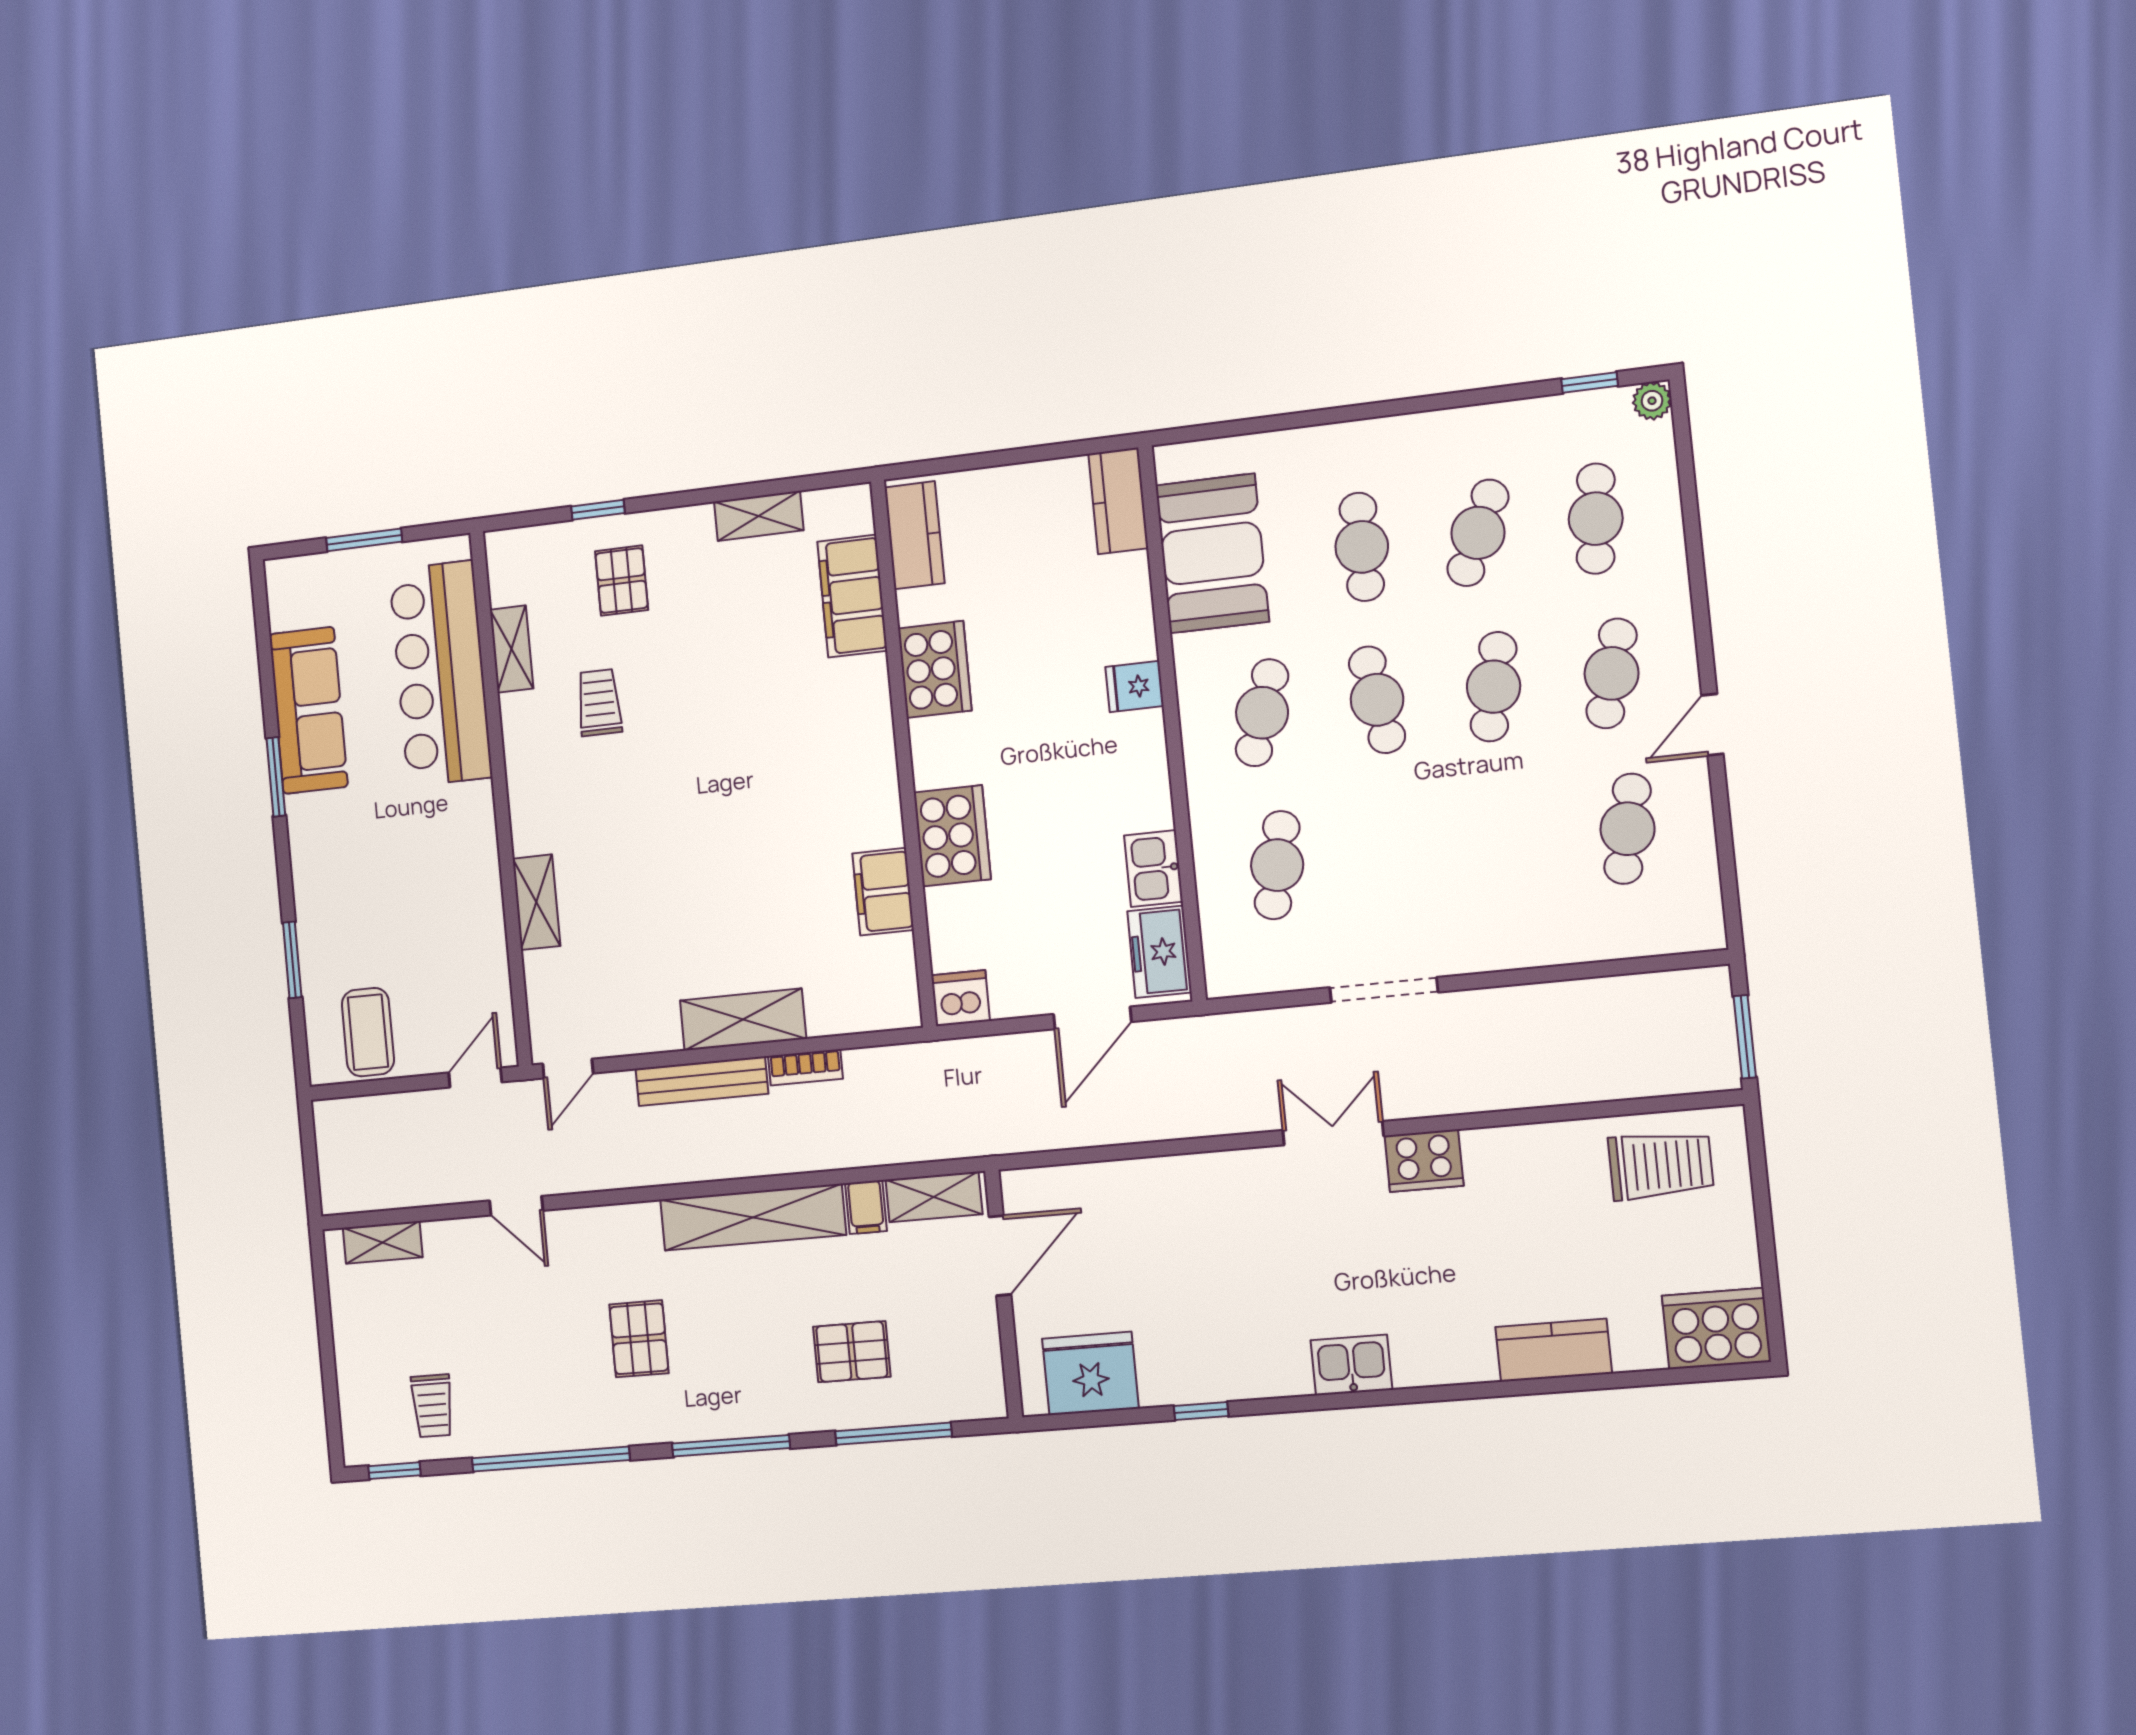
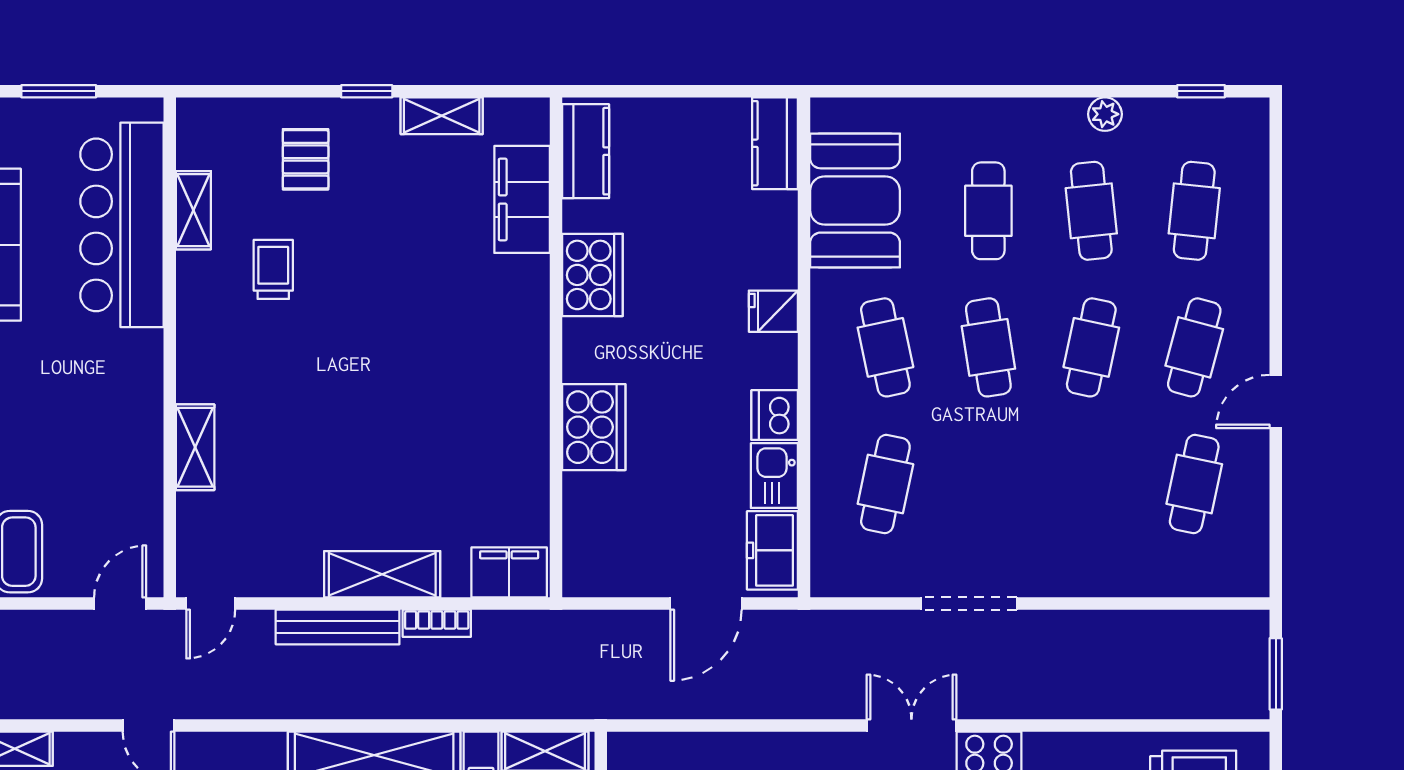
plant: (1652, 401) -> (1105, 114), moved
window: (598, 510) -> (367, 91), moved
cafe table: (1478, 533) -> (1091, 211), turned -30
cafe table: (1262, 713) -> (885, 347), turned -30
filing cabinet: (883, 892) -> (509, 572), moved, turned 90
dishwasher: (961, 998) -> (775, 415), moved, turned -90

